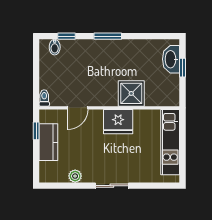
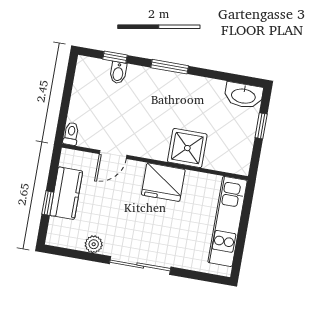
bidet: (55, 47) -> (118, 73), moved
washbasin: (171, 59) -> (243, 95), moved, turned -90
window: (36, 131) -> (48, 203), moved
sliding door: (112, 186) -> (140, 265), width x1.37

